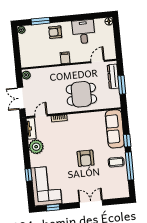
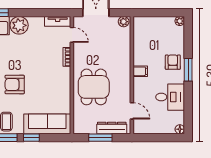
window: (40, 21) -> (188, 70), moved
plant: (36, 147) -> (19, 25), moved

